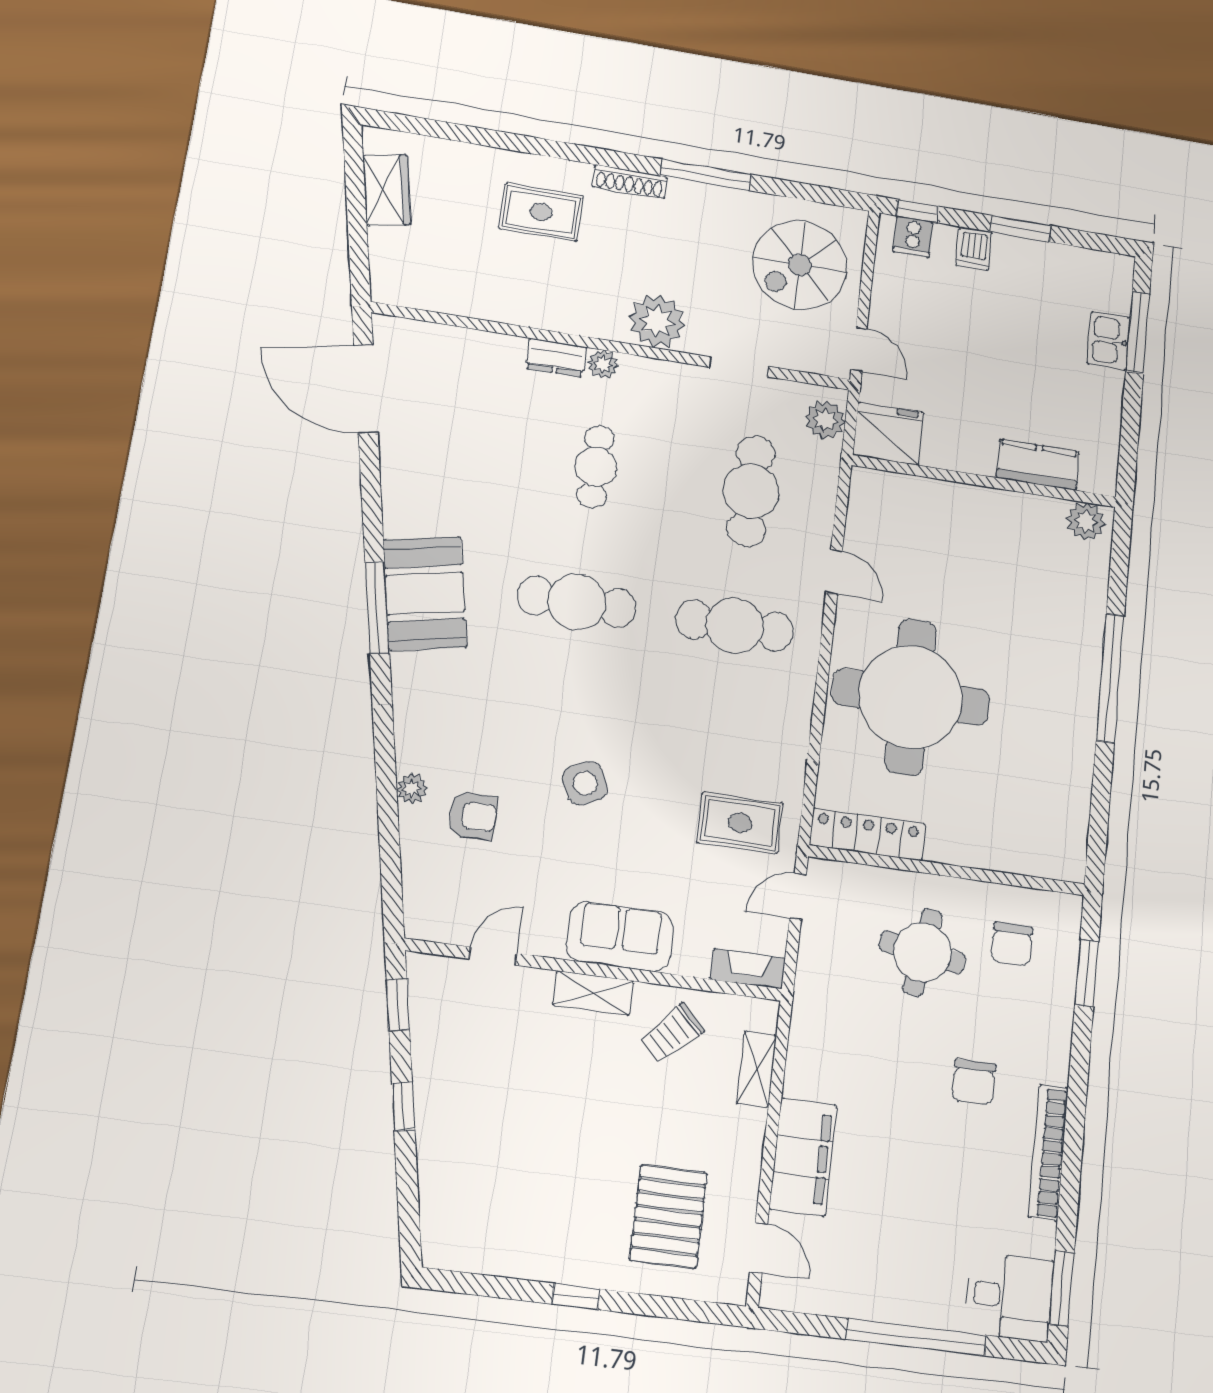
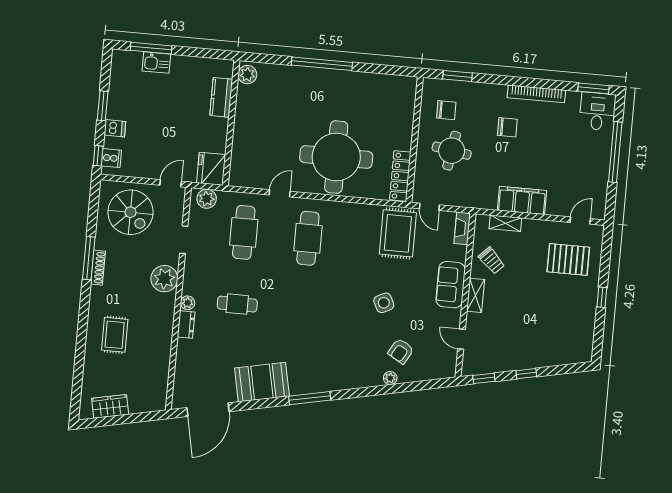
shoe rack: (630, 182) -> (98, 268), moved
cafe table: (751, 491) -> (244, 232), turned 90
booth: (425, 593) -> (262, 382), moved
cafe table: (577, 602) -> (301, 310), removed
armchair: (473, 816) -> (401, 351), turned -150
rug: (740, 823) -> (398, 233), width x1.36, depth x1.43
filing cabinet: (803, 1157) -> (522, 200), moved

